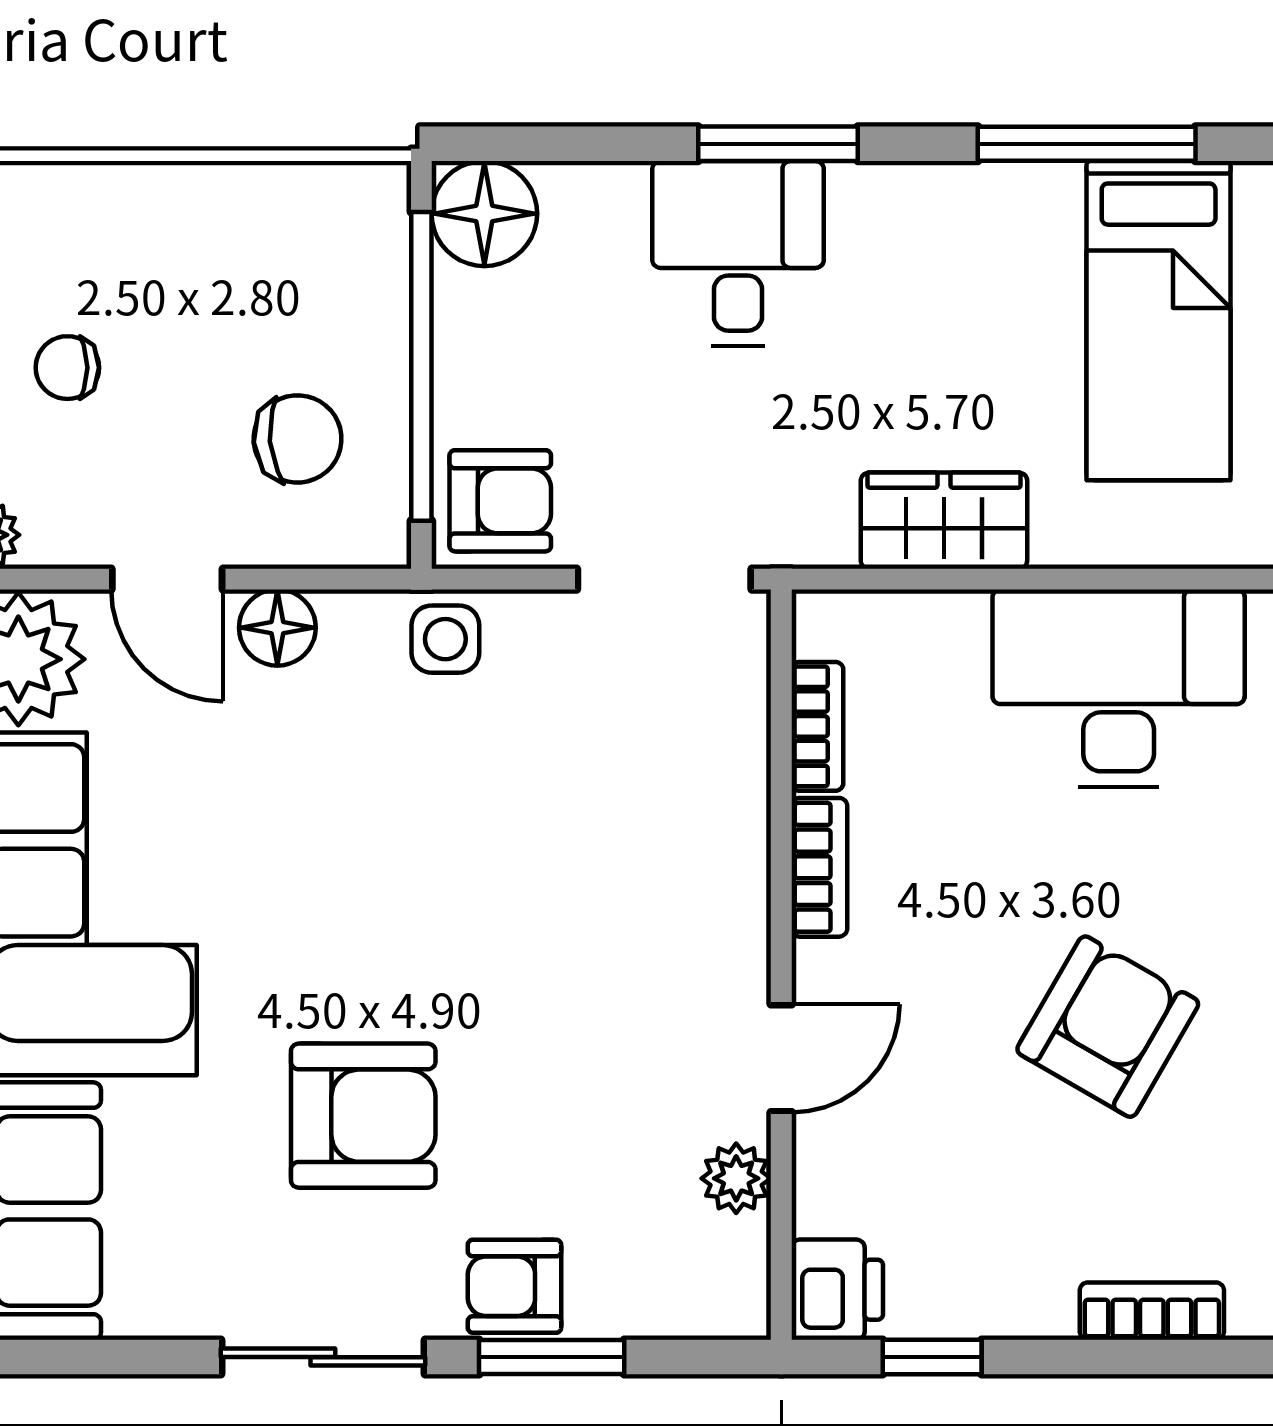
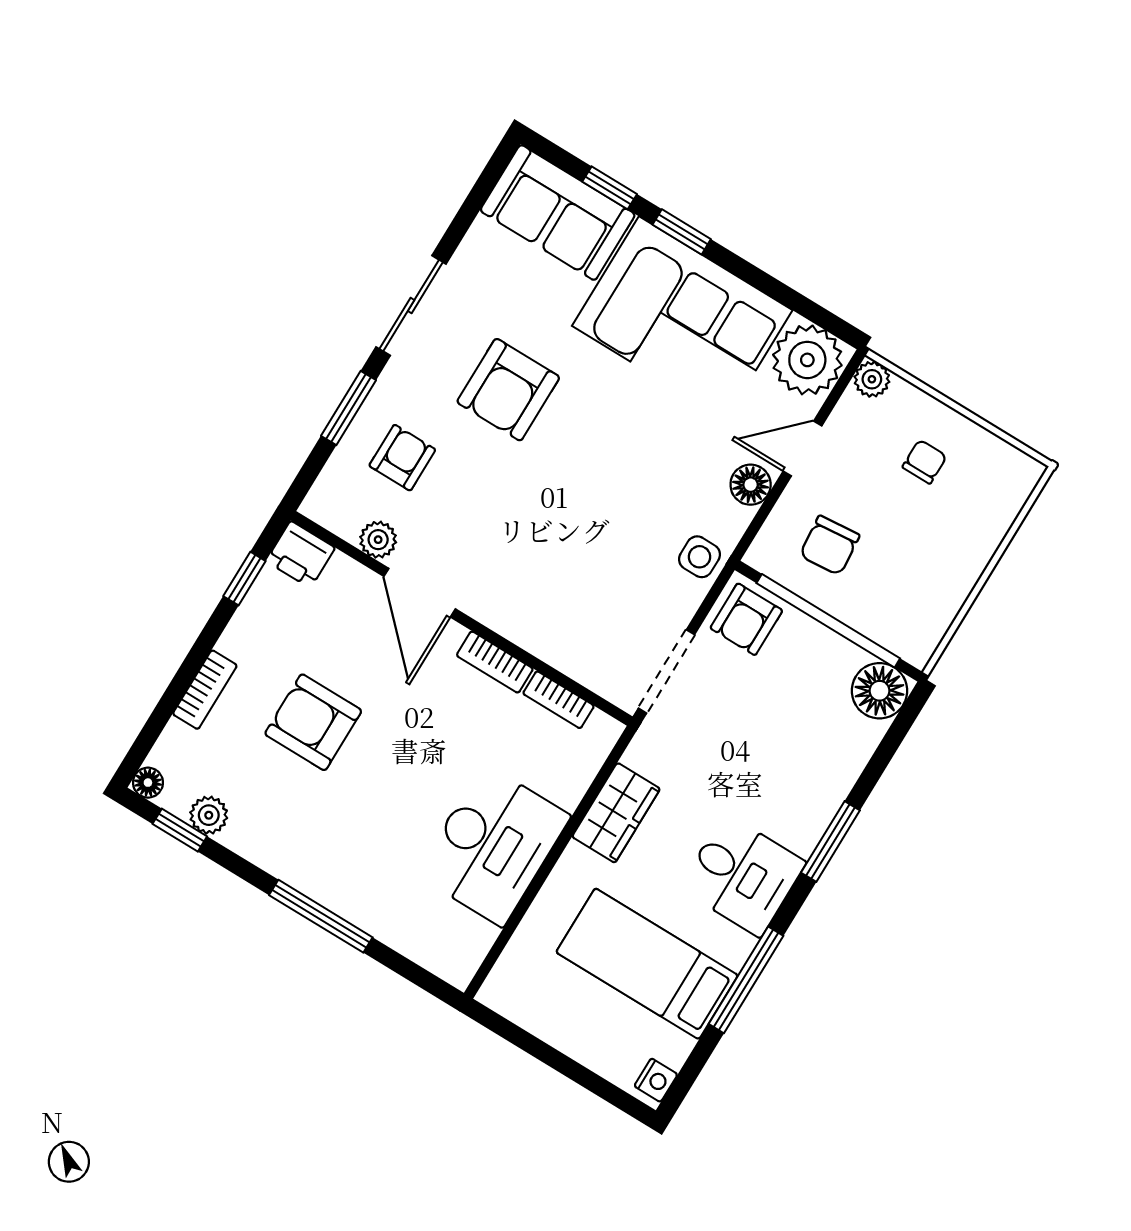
desk: (738, 253) -> (742, 875), moved
armchair: (1108, 1027) -> (313, 722), moved, turned 150
door: (781, 1058) -> (420, 593), width x1.38
armchair: (514, 1286) -> (402, 458), moved

